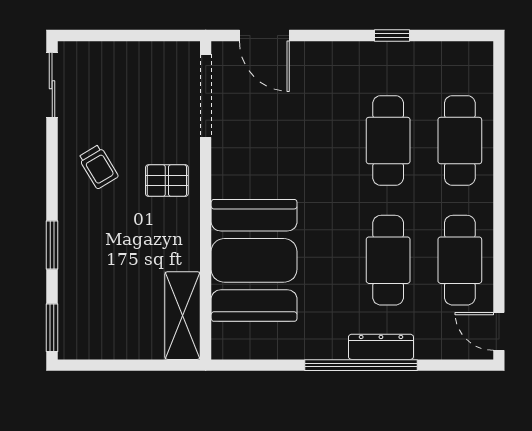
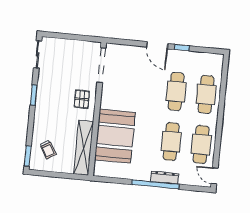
door: (264, 36) -> (157, 45), moved
trolley: (98, 167) -> (48, 149), moved
pallet: (167, 181) -> (82, 99), turned 90
window: (52, 245) -> (34, 95), moved
shelving: (182, 316) -> (84, 148), width x1.47

